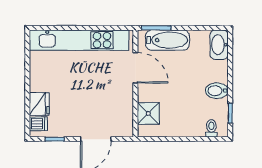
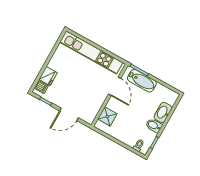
washbasin: (219, 45) -> (163, 112), moved

